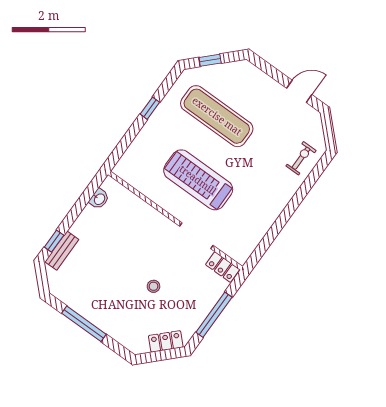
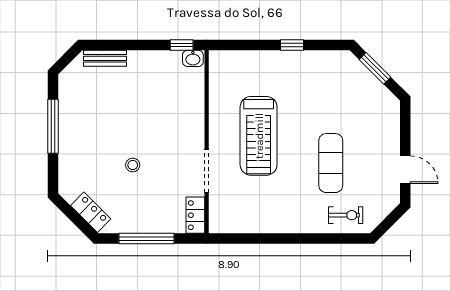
window: (210, 60) -> (375, 68), width x1.50
exercise mat: (217, 116) -> (331, 163), moved, width x0.73, depth x0.69
treadmill: (198, 180) -> (259, 136), turned 180
washbasin: (99, 199) -> (193, 58), moved
window: (54, 241) -> (182, 45), moved

